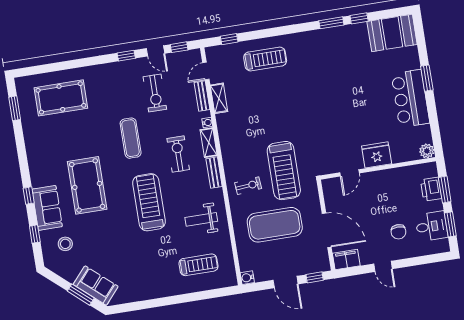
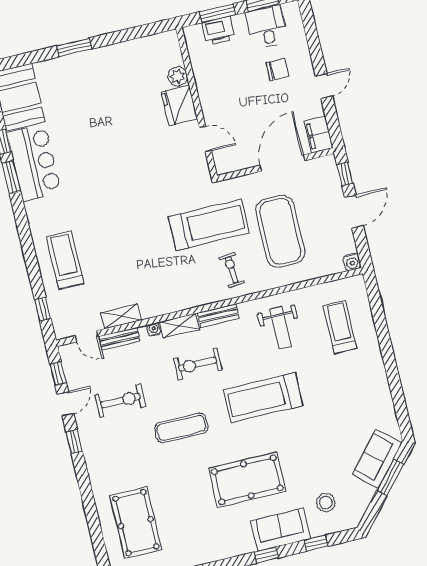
bar counter: (410, 99) -> (34, 163), moved, turned -90
plant: (427, 151) -> (178, 76), moved

